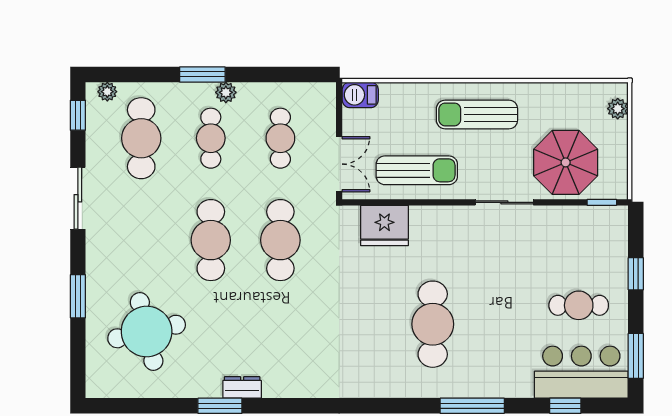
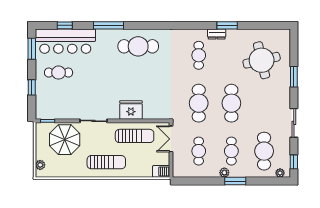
sun lounger: (417, 170) -> (135, 136), turned 180
fridge: (384, 226) -> (131, 110), moved
cafe table: (433, 324) -> (138, 46), moved, turned 90
cafe table: (280, 342) -> (199, 55), added
bar counter: (581, 372) -> (65, 41), width x1.36

